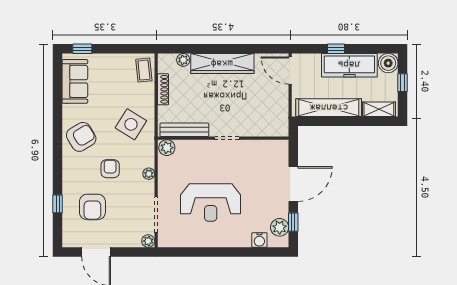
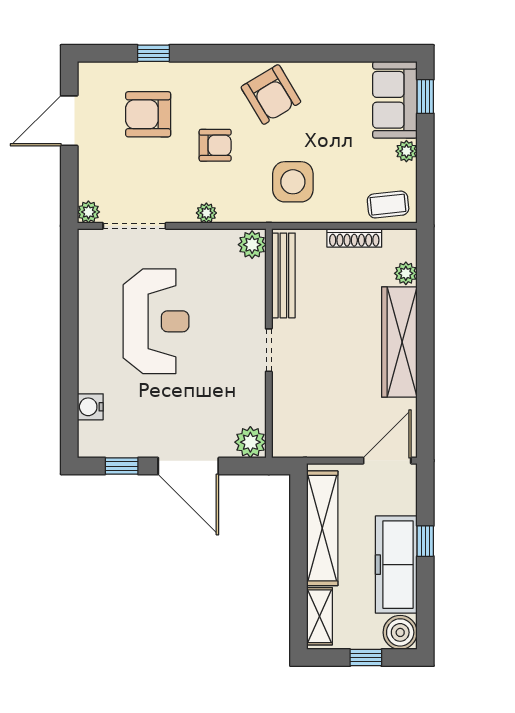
plant: (113, 60) -> (406, 151), added
sofa: (75, 81) -> (395, 100), moved, turned 90
side table: (131, 124) -> (293, 182), turned -32
reception desk: (211, 202) -> (156, 321), turned 180
plant: (280, 227) -> (250, 442), moved

